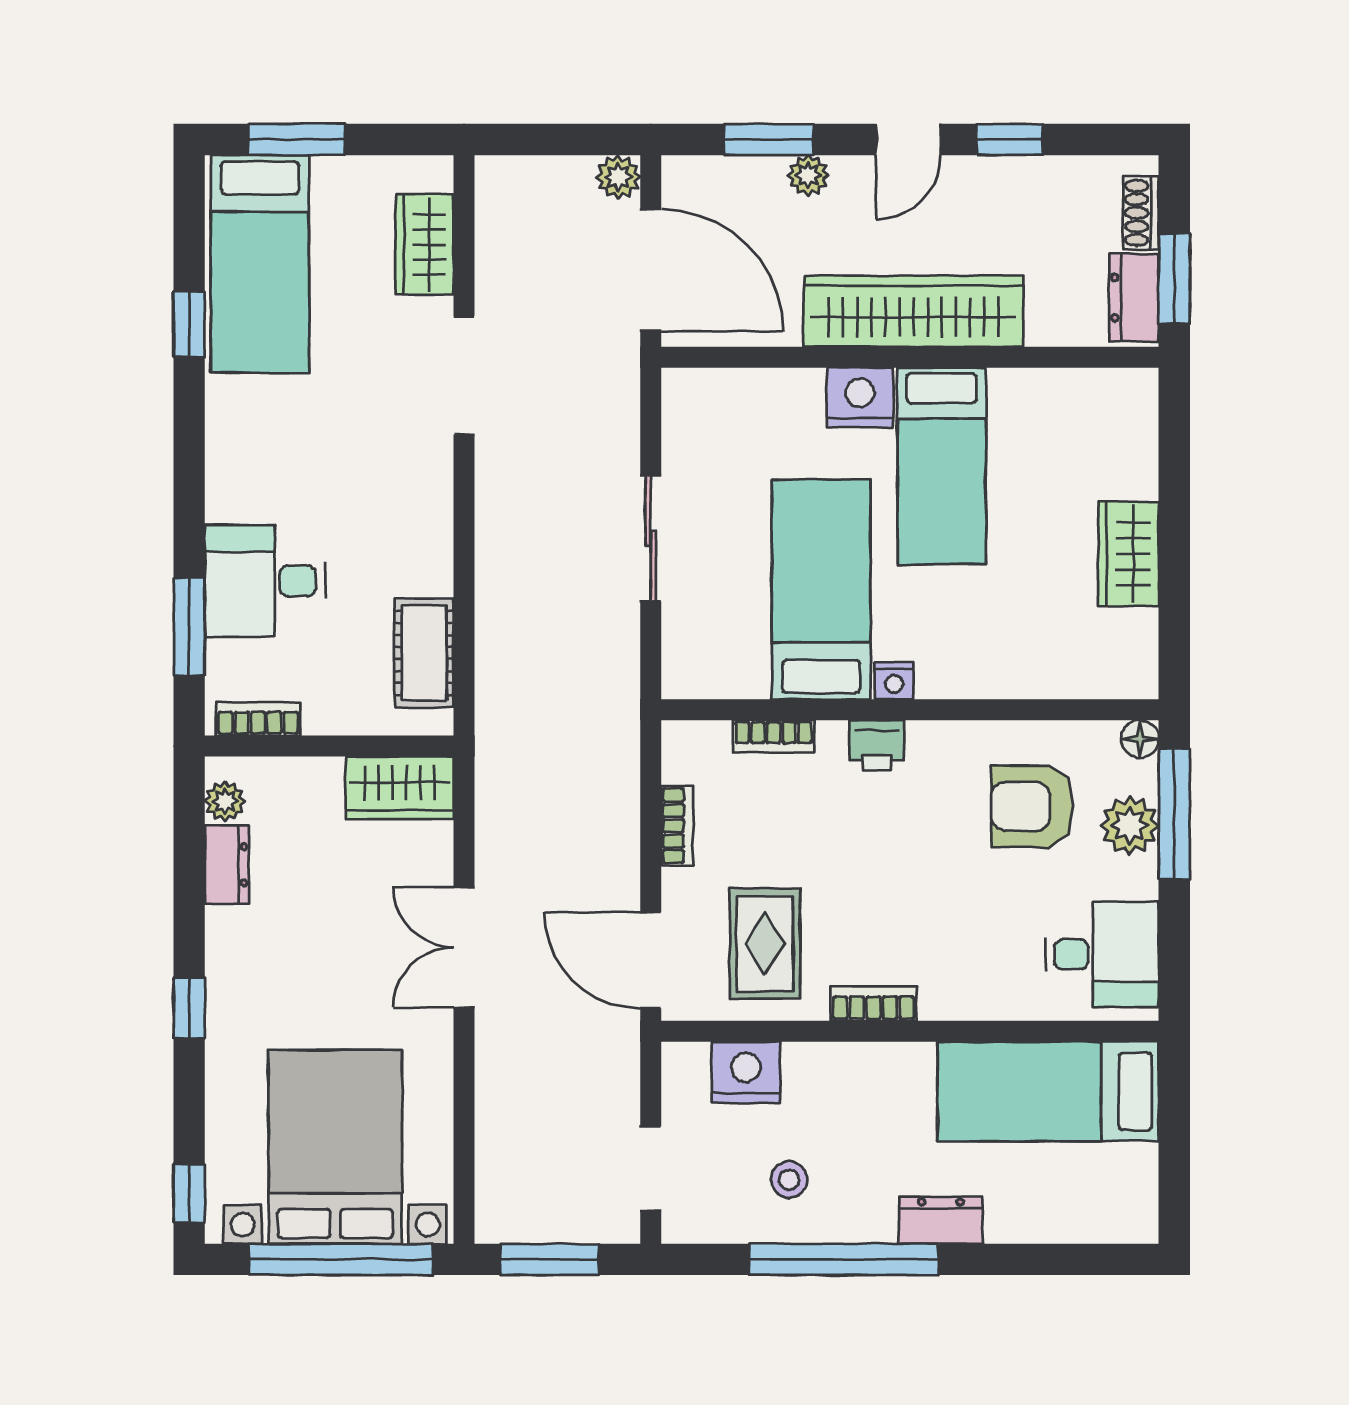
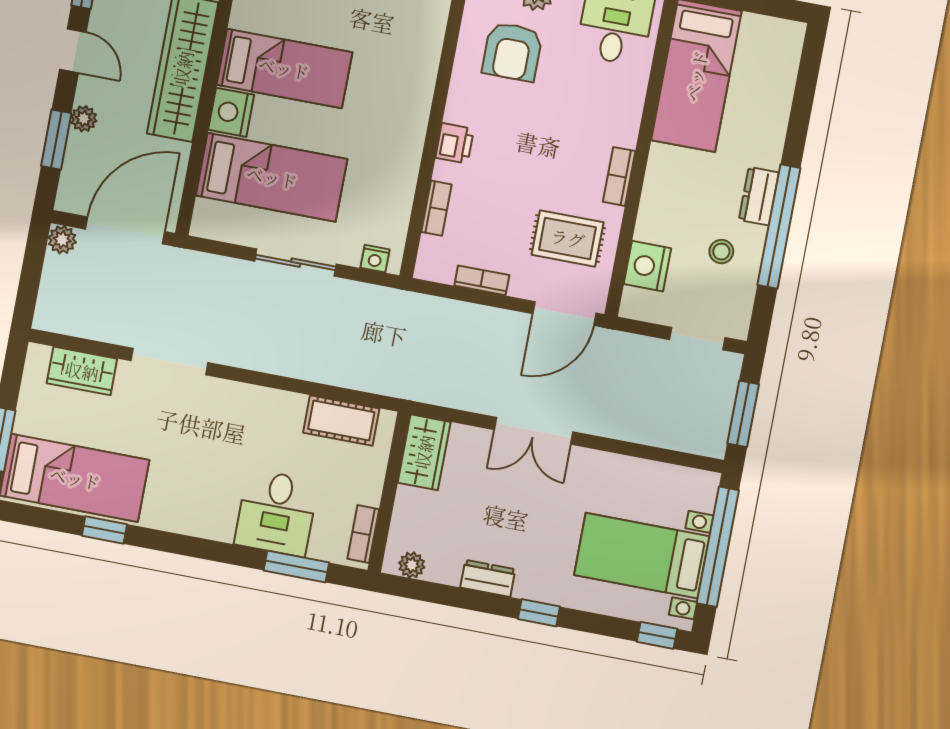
bed: (821, 590) -> (272, 177), moved, turned 180
nightstand: (894, 681) -> (375, 259), moved, turned 90
dresser: (227, 865) -> (488, 578), moved
bed with nightstands: (335, 1147) -> (642, 556), width x0.73
dresser: (941, 1220) -> (759, 196), moved

